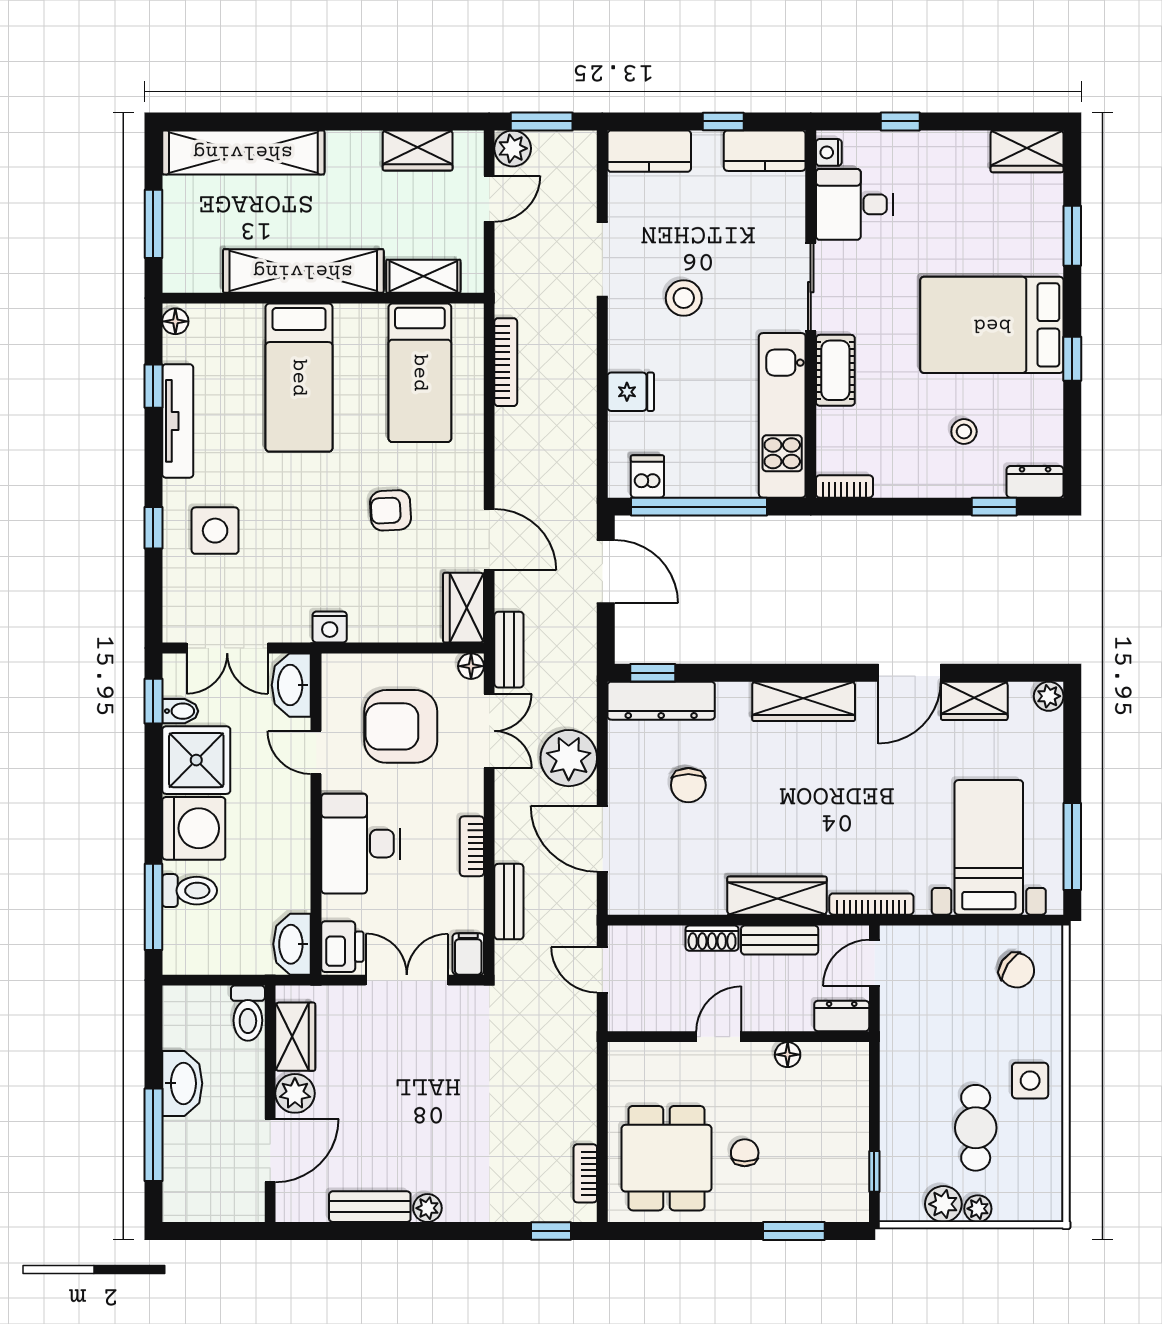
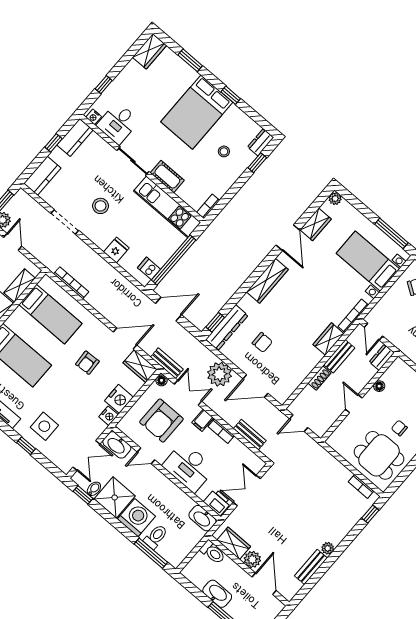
nightstand: (375, 620) -> (119, 399), added
wardrobe: (777, 896) -> (328, 339), width x0.67
filing cabinet: (468, 954) -> (203, 420), moved, turned -90

